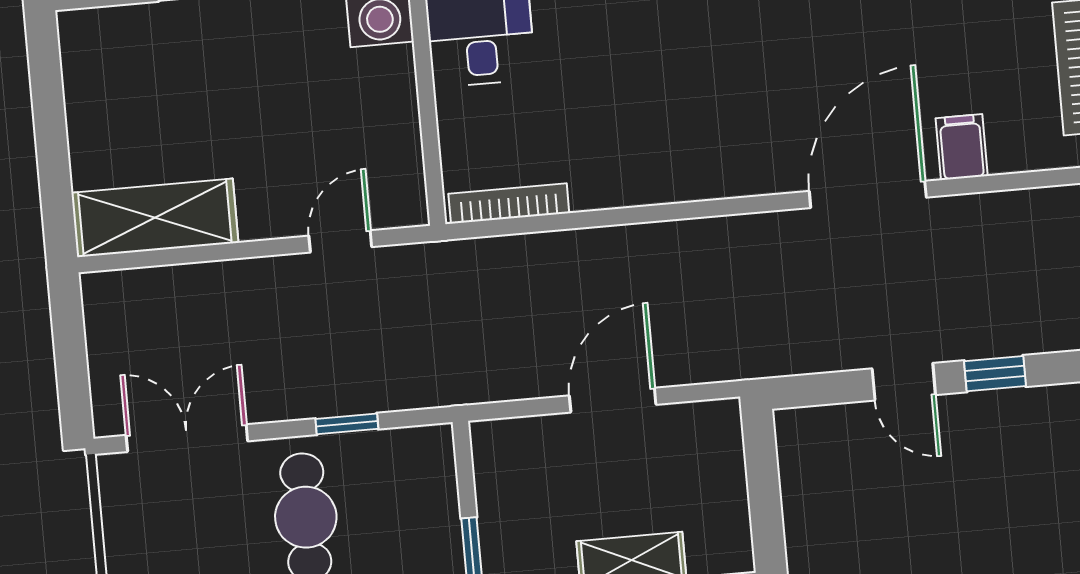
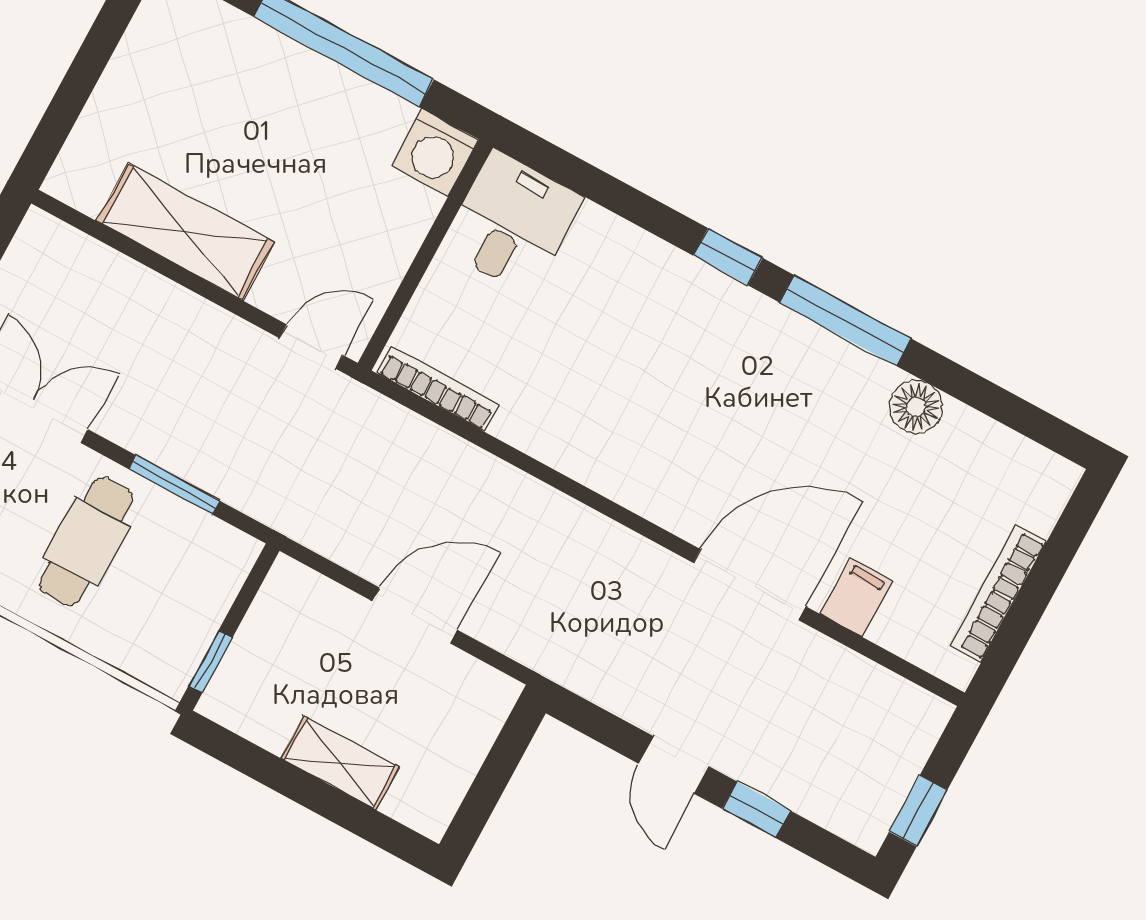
shelving: (155, 218) -> (185, 232), moved
door: (340, 241) -> (311, 347), moved
window: (347, 424) -> (174, 485), width x1.50

